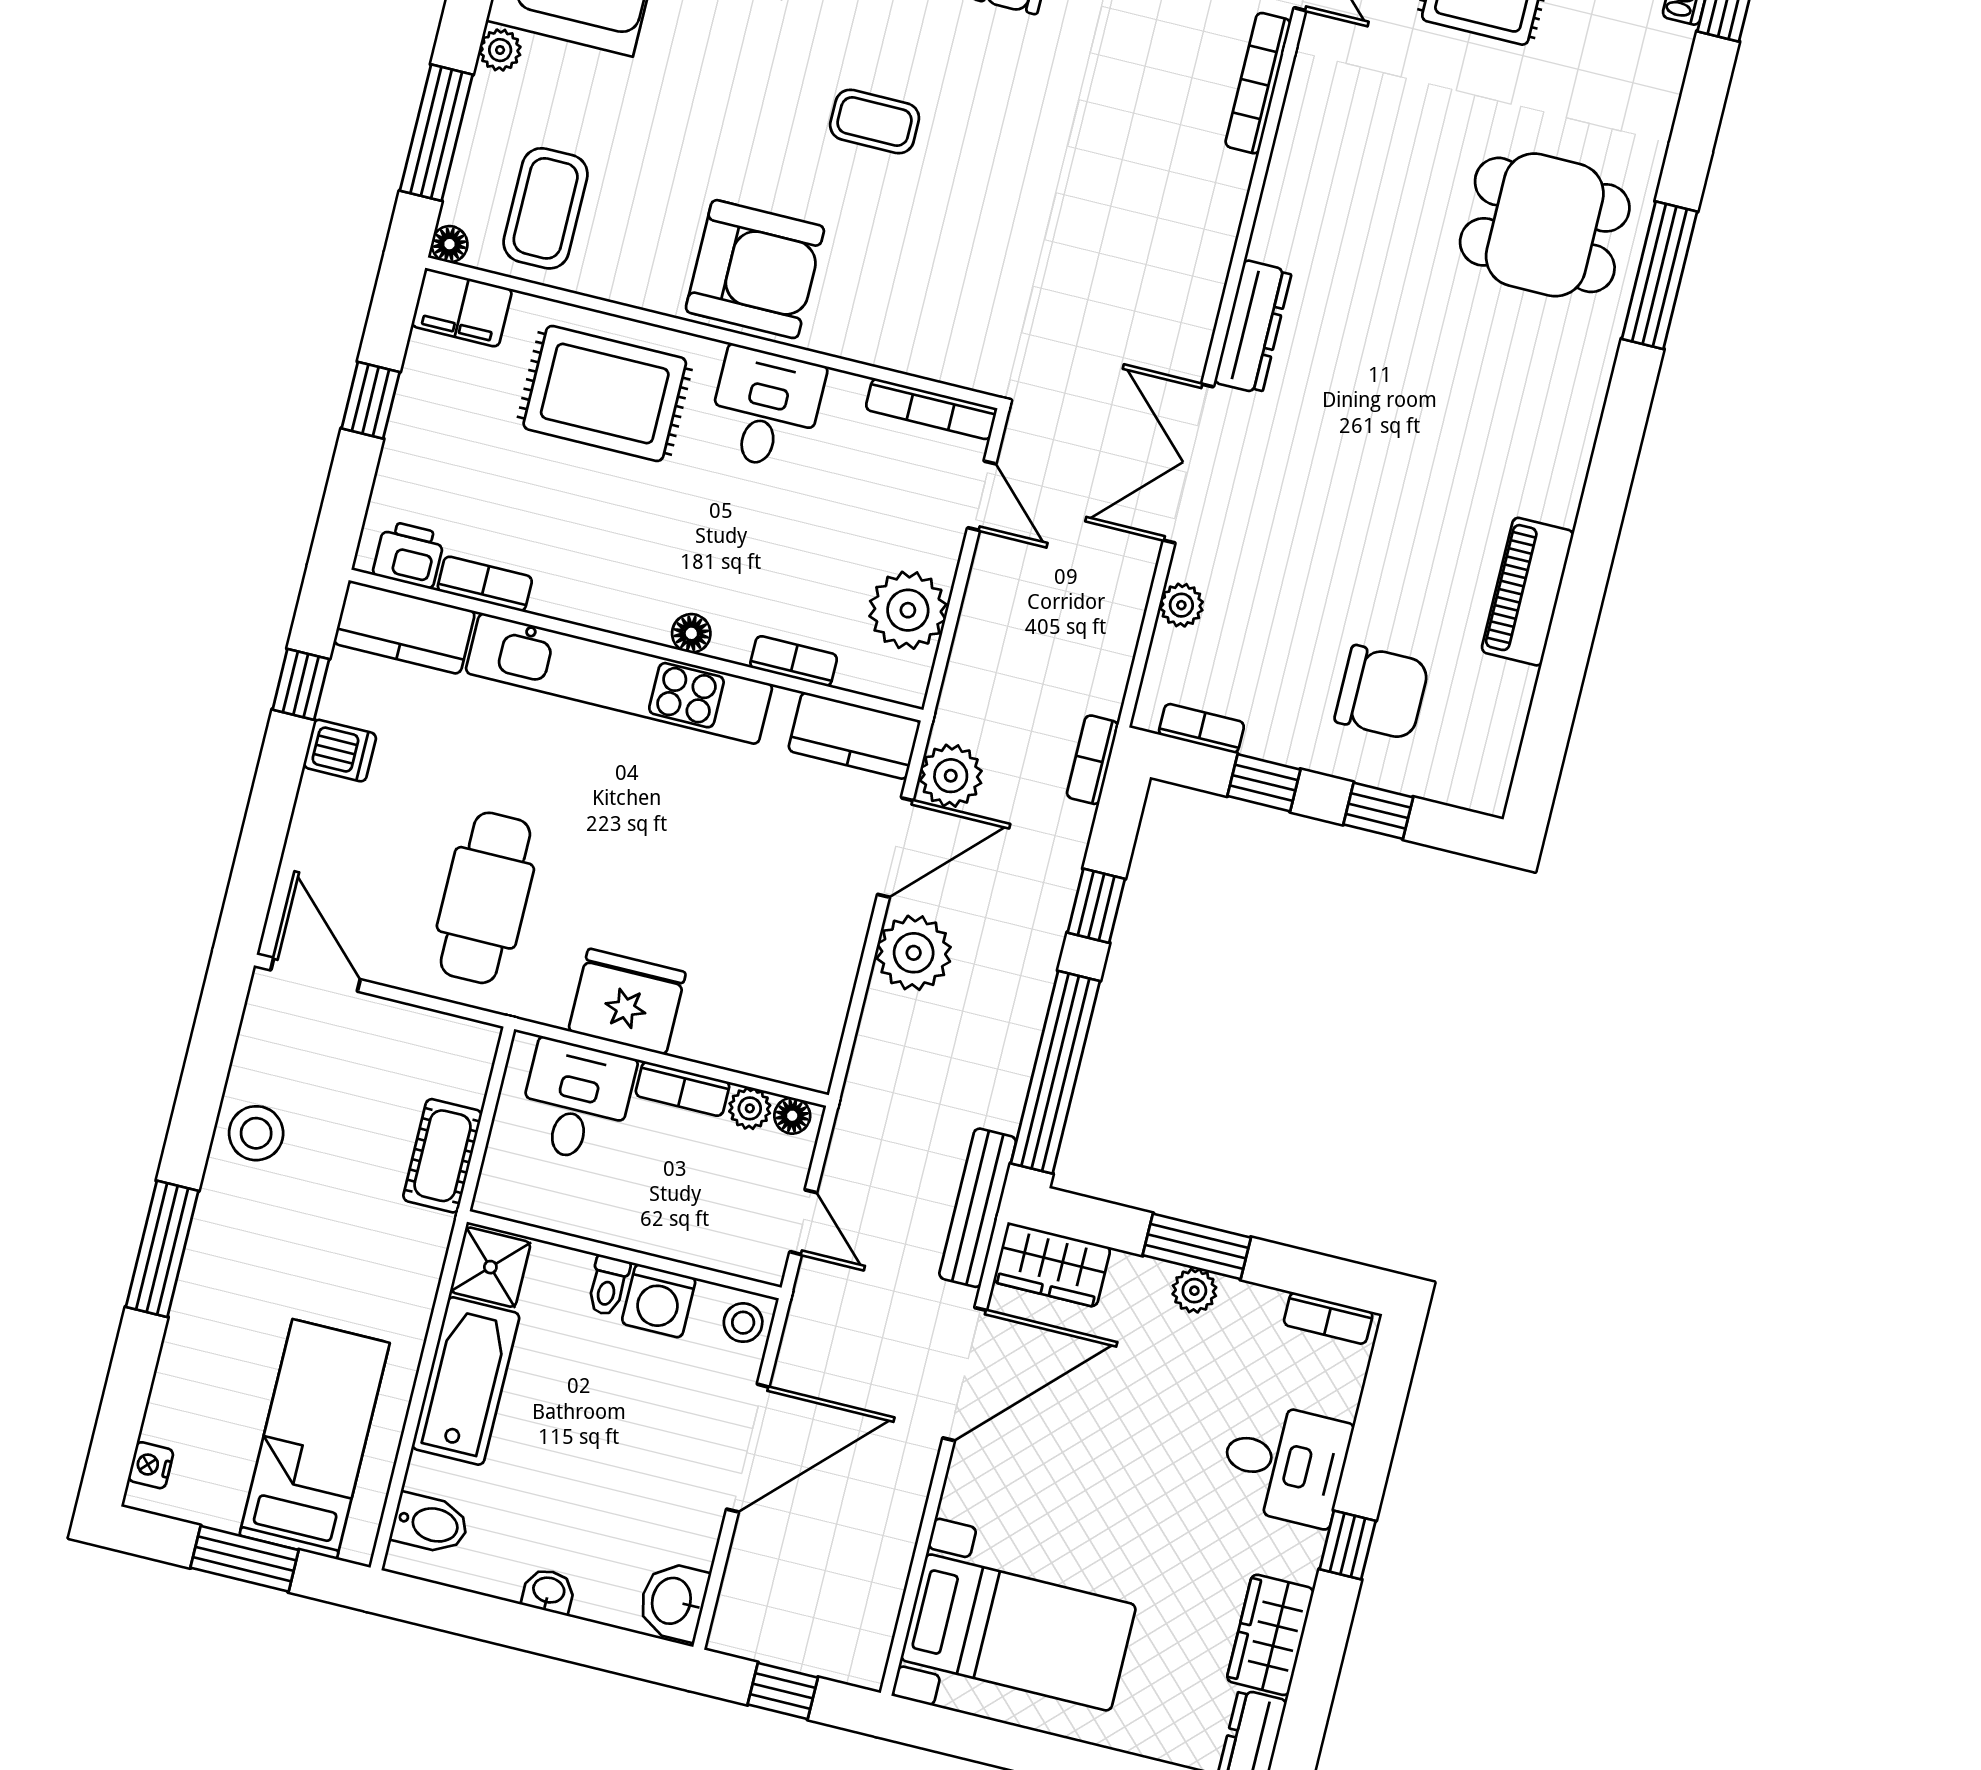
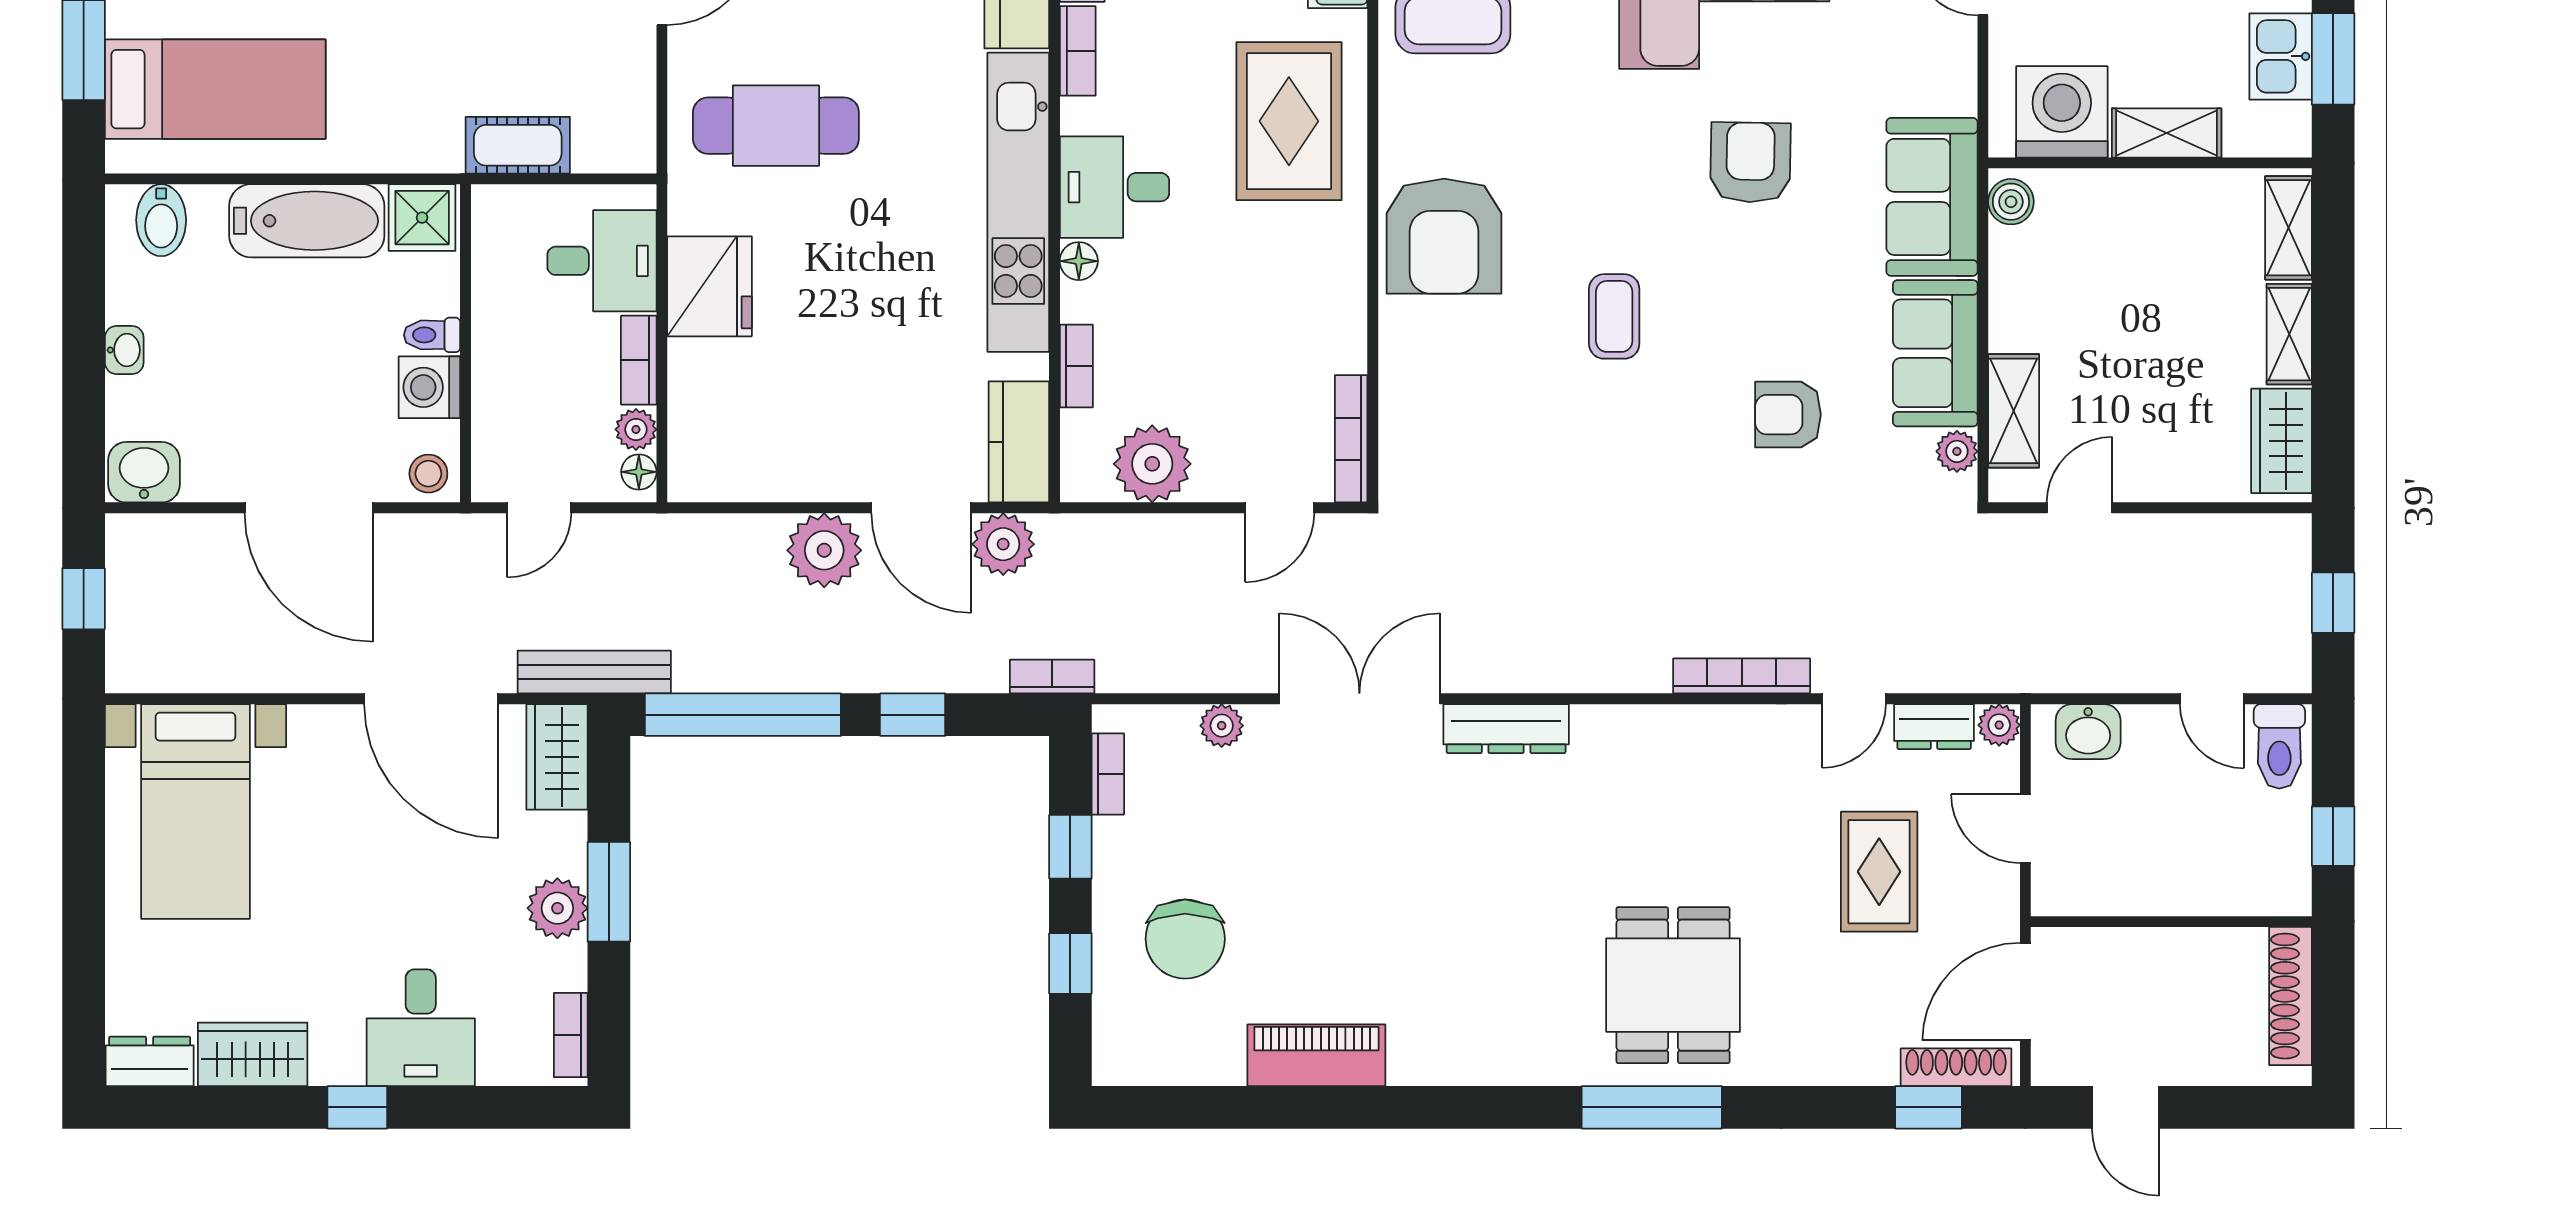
desk: (766, 408) -> (1114, 187), moved, turned 180
plant: (1194, 1291) -> (557, 908), width x1.38, depth x1.38

